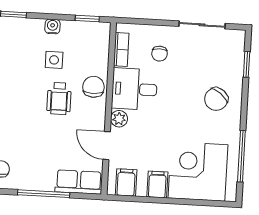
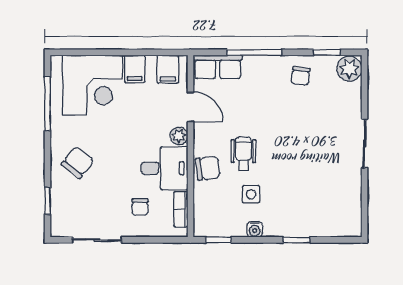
chair: (160, 54) -> (140, 207), turned 180
chair: (93, 87) -> (208, 168), turned -96

